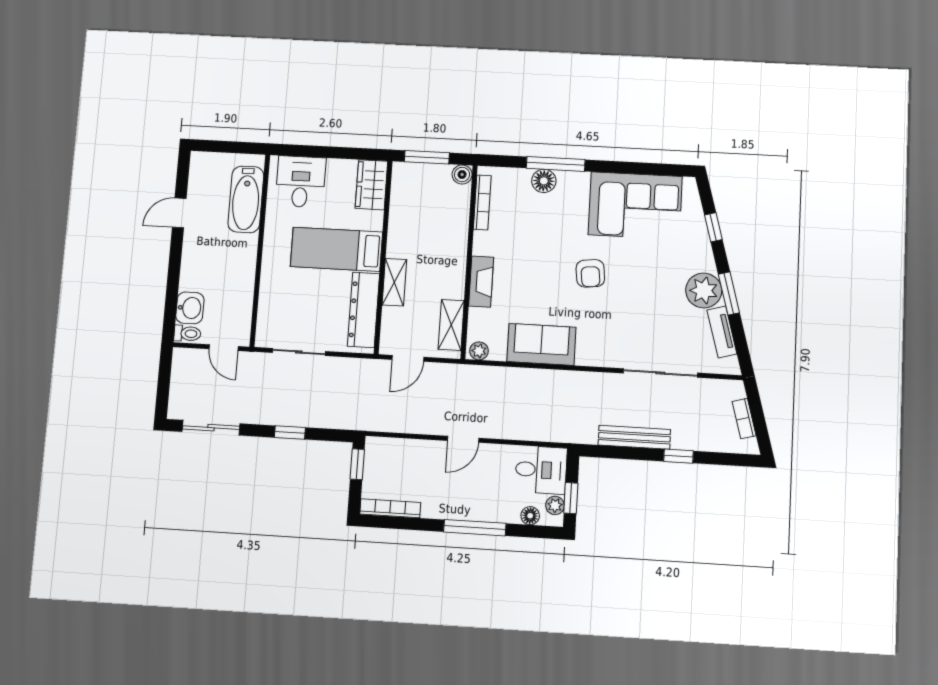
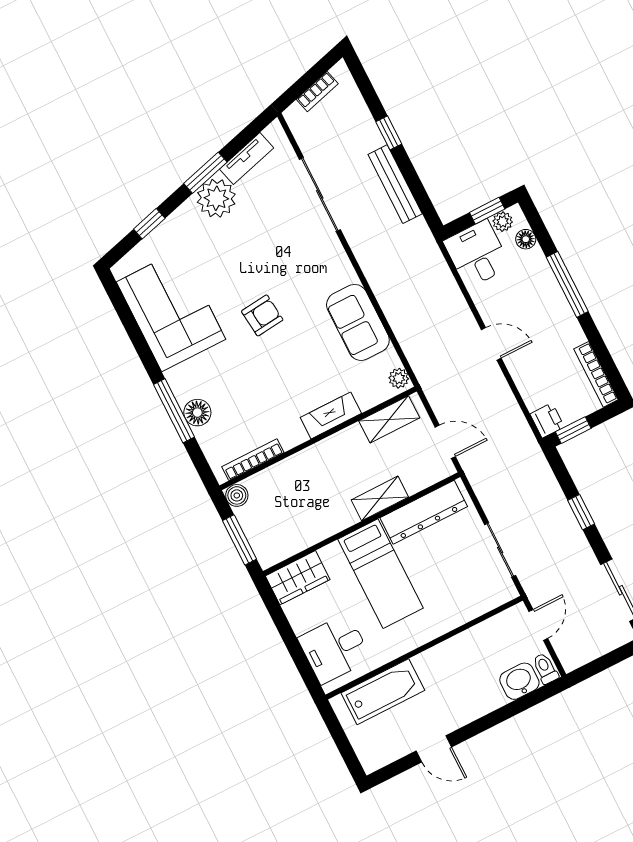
printer: (377, 448) -> (547, 420), added

